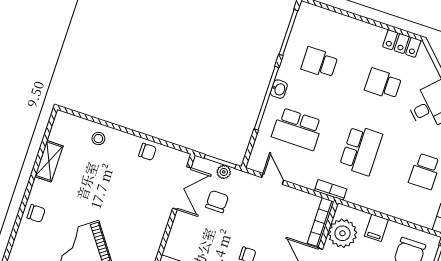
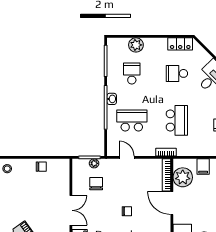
plant: (339, 24) -> (136, 45), added
school desk: (319, 63) -> (132, 73), turned 90
school desk: (297, 129) -> (132, 120), turned 180
double door: (182, 188) -> (71, 210), moved

